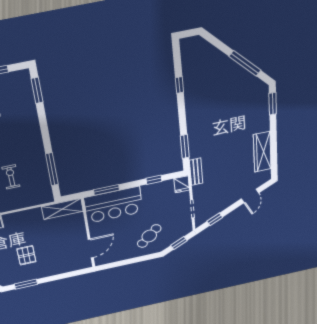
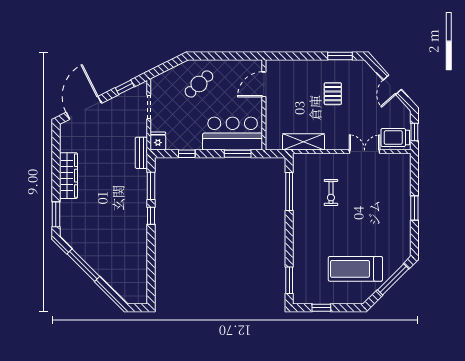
window: (179, 85) -> (151, 216), moved
wardrobe: (262, 152) -> (68, 176), moved
door: (250, 196) -> (84, 108), width x1.87
shelving: (62, 209) -> (304, 142), moved
window: (179, 243) -> (167, 66), removed

